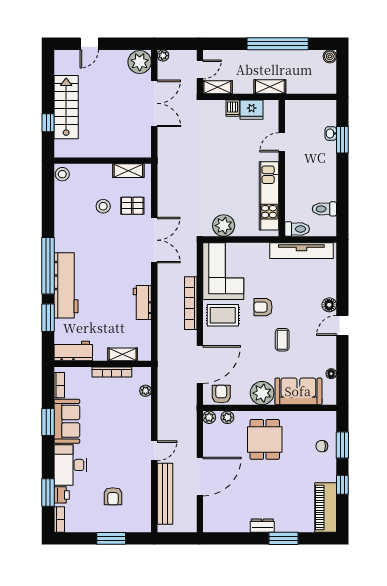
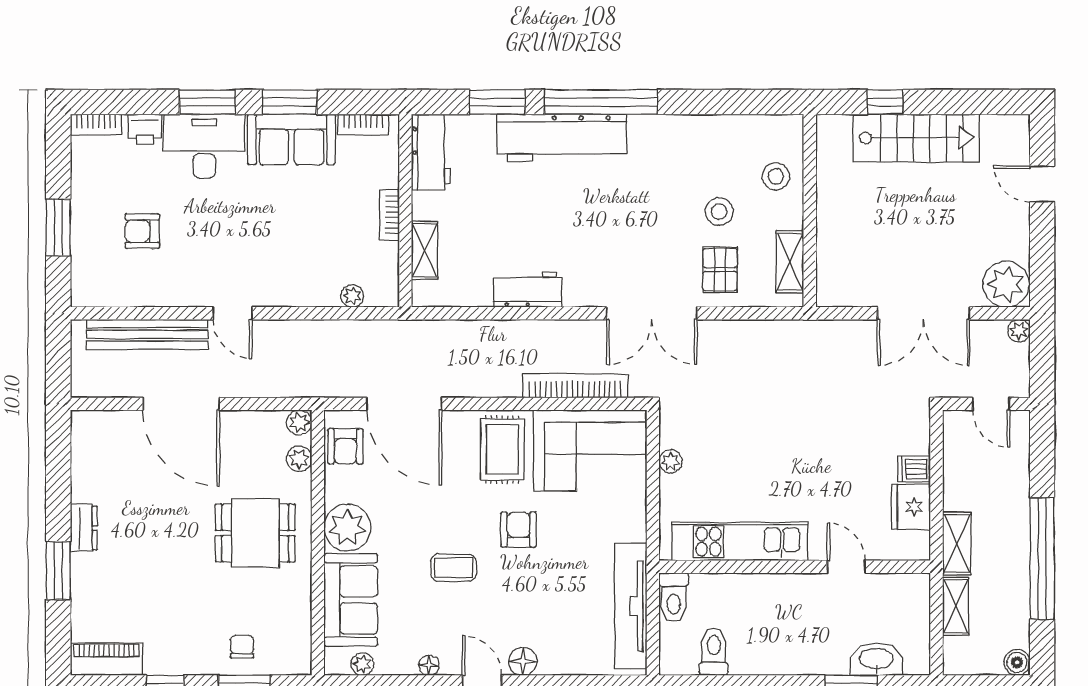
shelving: (217, 87) -> (956, 606), moved
washbasin: (331, 133) -> (876, 659), width x1.91, depth x1.45
stool: (62, 174) -> (776, 176), moved
plant: (224, 226) -> (670, 461), width x0.53, depth x0.53
bookcase: (191, 303) -> (575, 386), moved
bookcase: (112, 372) -> (389, 215), width x0.64
floor lamp: (331, 374) -> (429, 665), moved
plant: (331, 386) -> (362, 664), added
armchair: (221, 394) -> (345, 446), turned 90
window: (48, 492) -> (207, 102), moved
piano: (326, 508) -> (107, 659), width x0.73, depth x0.75

